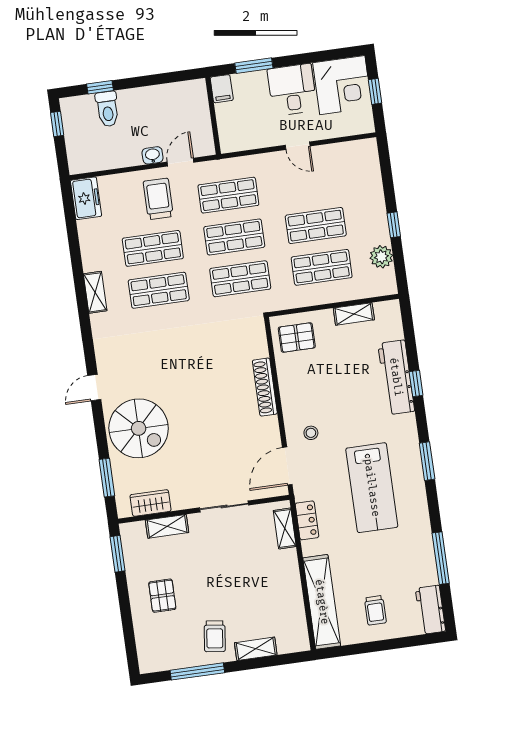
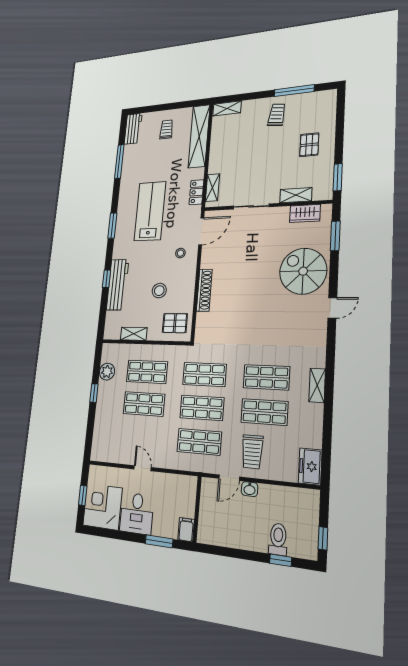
stool: (330, 378) -> (159, 291), added
shelving: (256, 649) -> (227, 108), moved

